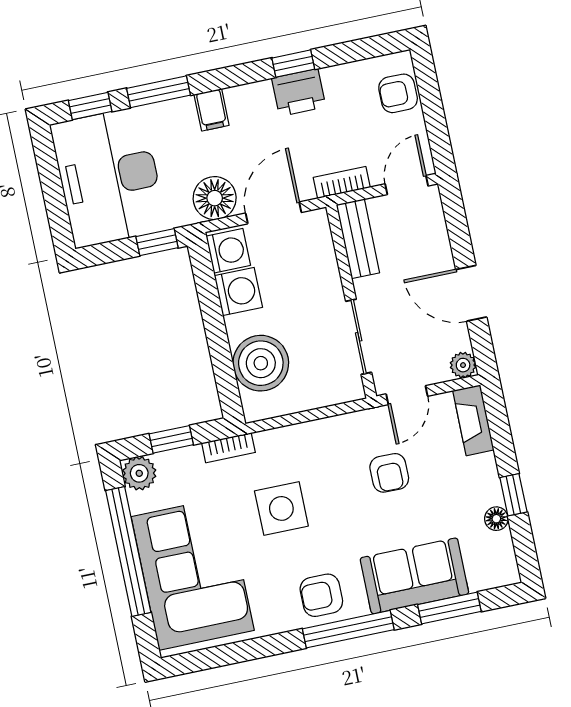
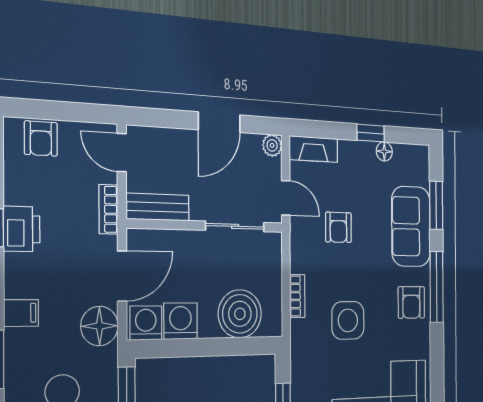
door: (273, 213) -> (122, 276), swing flipped
bookcase: (228, 448) -> (297, 296), moved
armchair: (389, 473) -> (338, 227), turned 90

